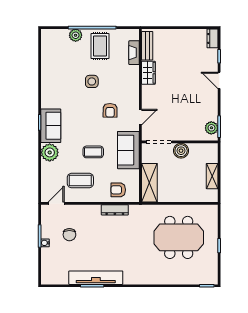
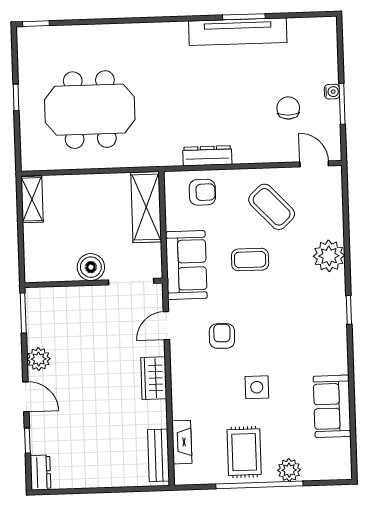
wardrobe: (148, 73) -> (154, 378), moved
sofa: (51, 126) -> (332, 406), moved
plant: (211, 128) -> (39, 359), moved
shelving: (212, 176) -> (32, 199), moved
coffee table: (80, 181) -> (272, 207), turned 47
door: (56, 203) -> (314, 164), swing flipped

